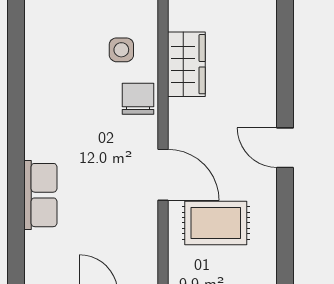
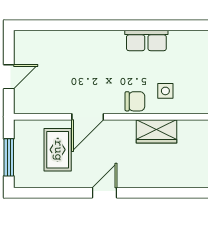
row of seats: (40, 195) -> (146, 40), moved

